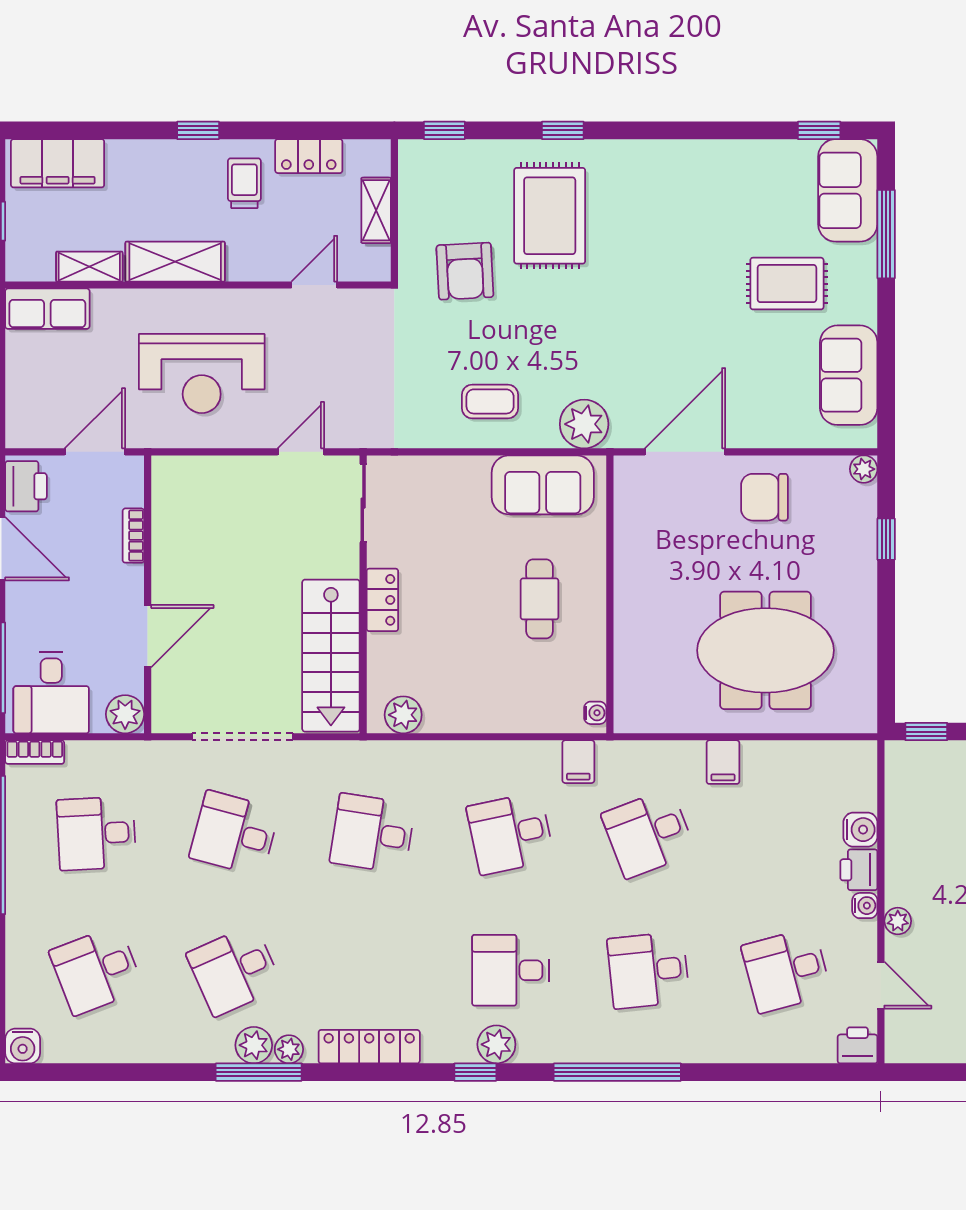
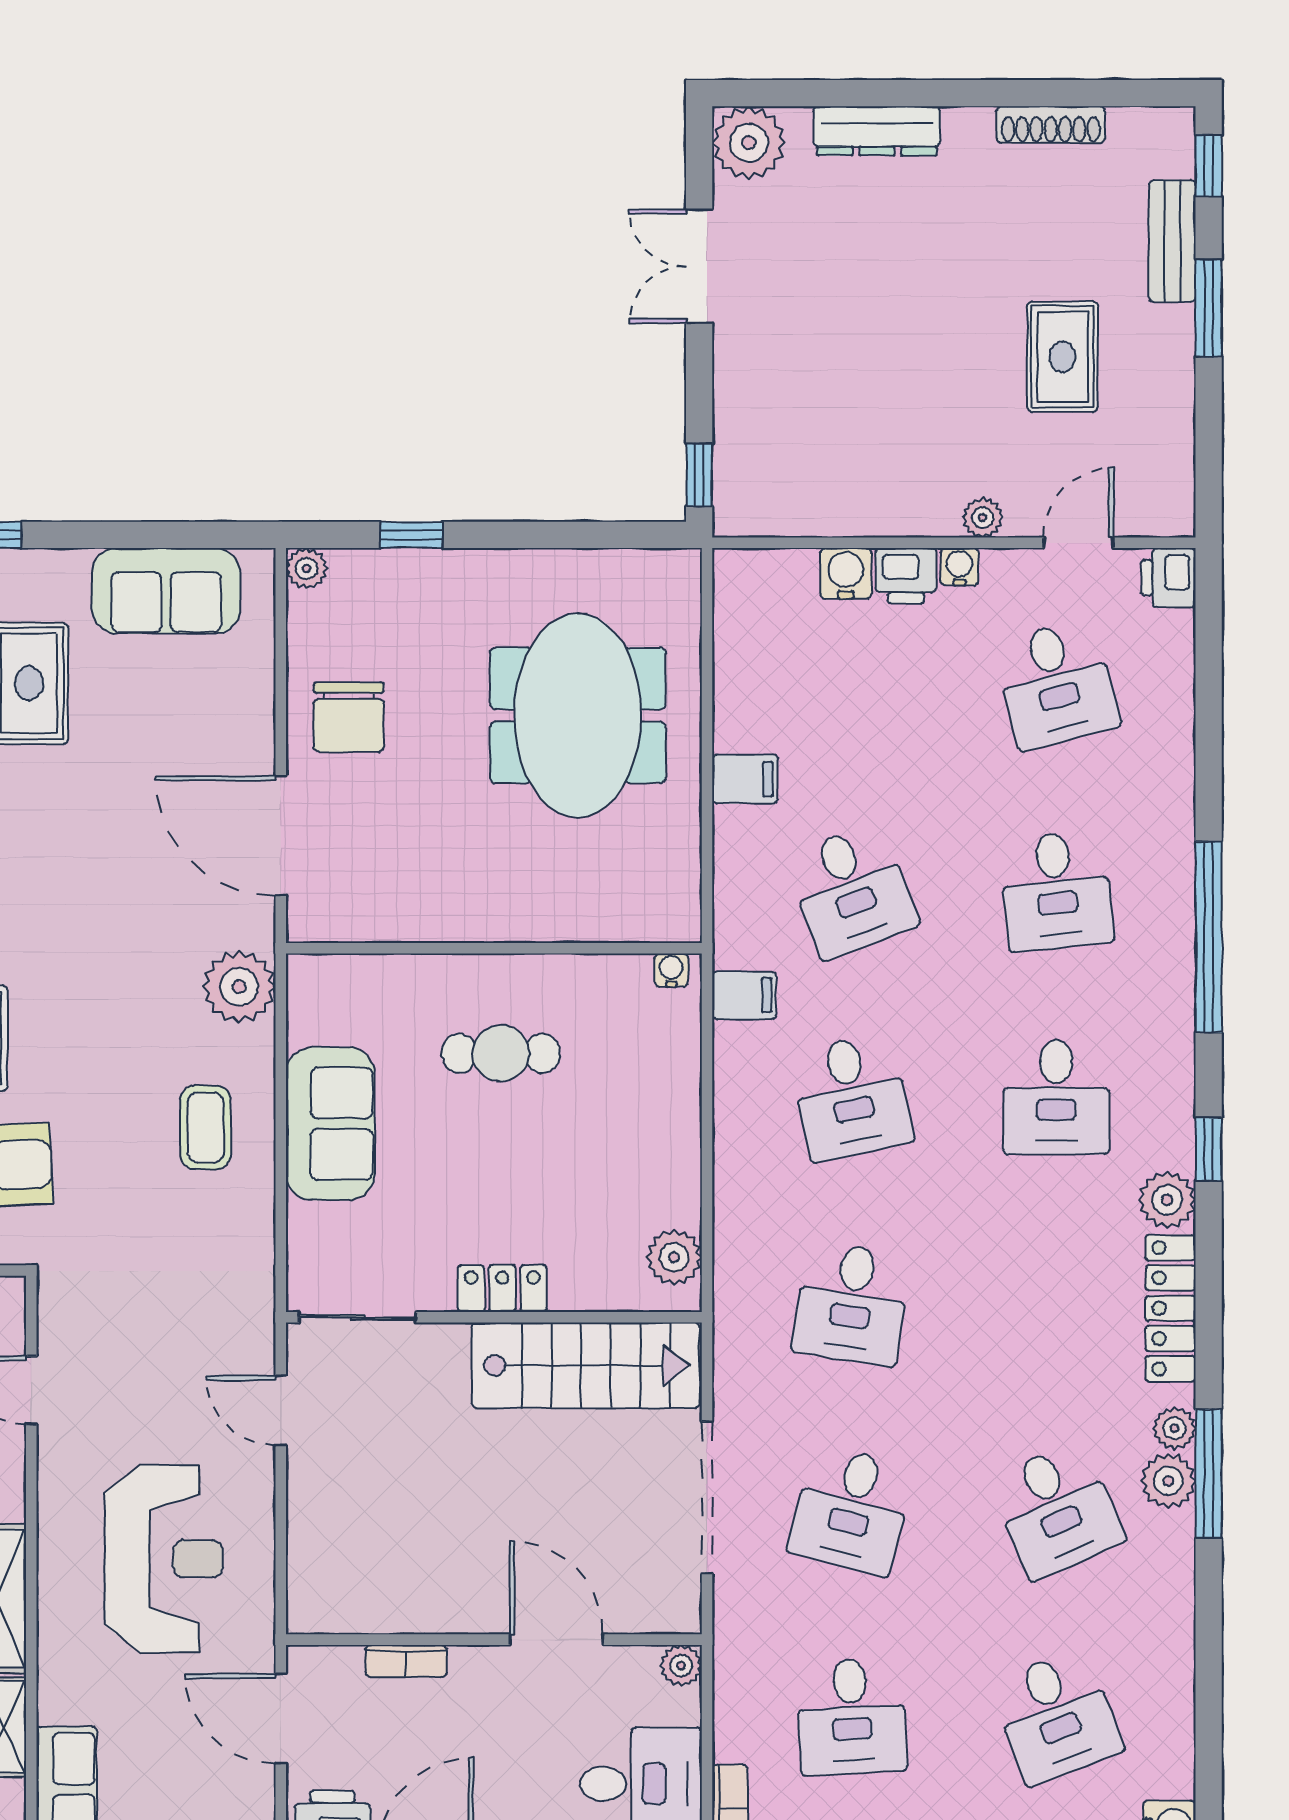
sofa: (543, 485) -> (330, 1124), moved
plant: (125, 714) -> (681, 1666), width x0.73, depth x0.73
plant: (496, 1044) -> (1167, 1200), moved

